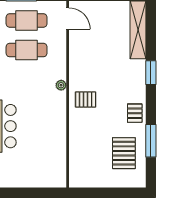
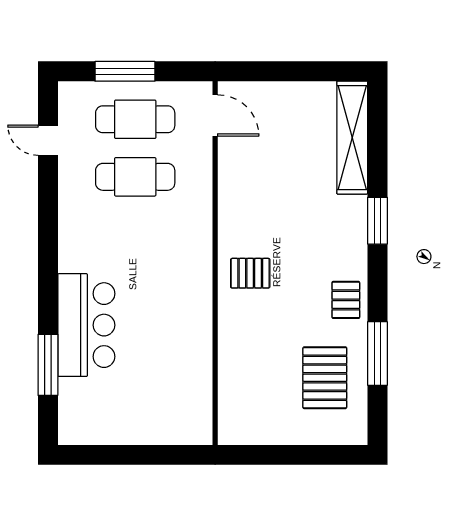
plant: (61, 85) -> (202, 245), removed

